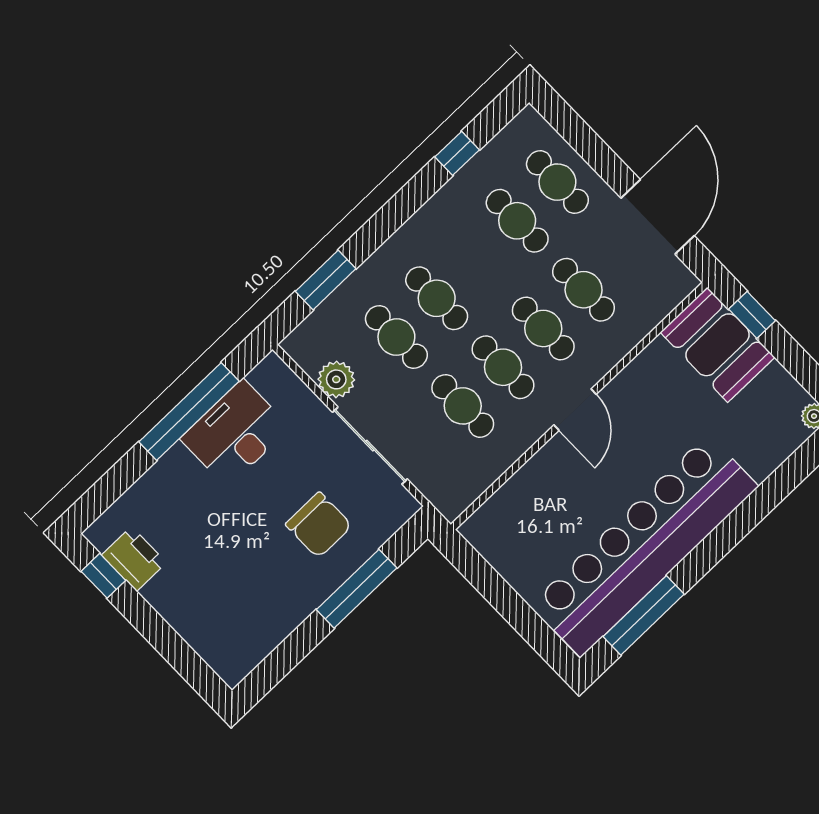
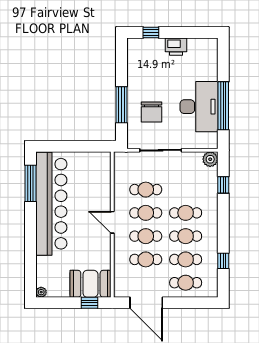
window: (326, 280) -> (223, 185), width x0.67
cafe table: (396, 337) -> (186, 236), moved
plant: (336, 379) -> (210, 159), moved
desk: (235, 433) -> (199, 107), width x1.36, depth x1.30
chair: (319, 525) -> (152, 112), turned -90
printer: (134, 559) -> (176, 47), moved
window: (103, 576) -> (151, 33), moved

